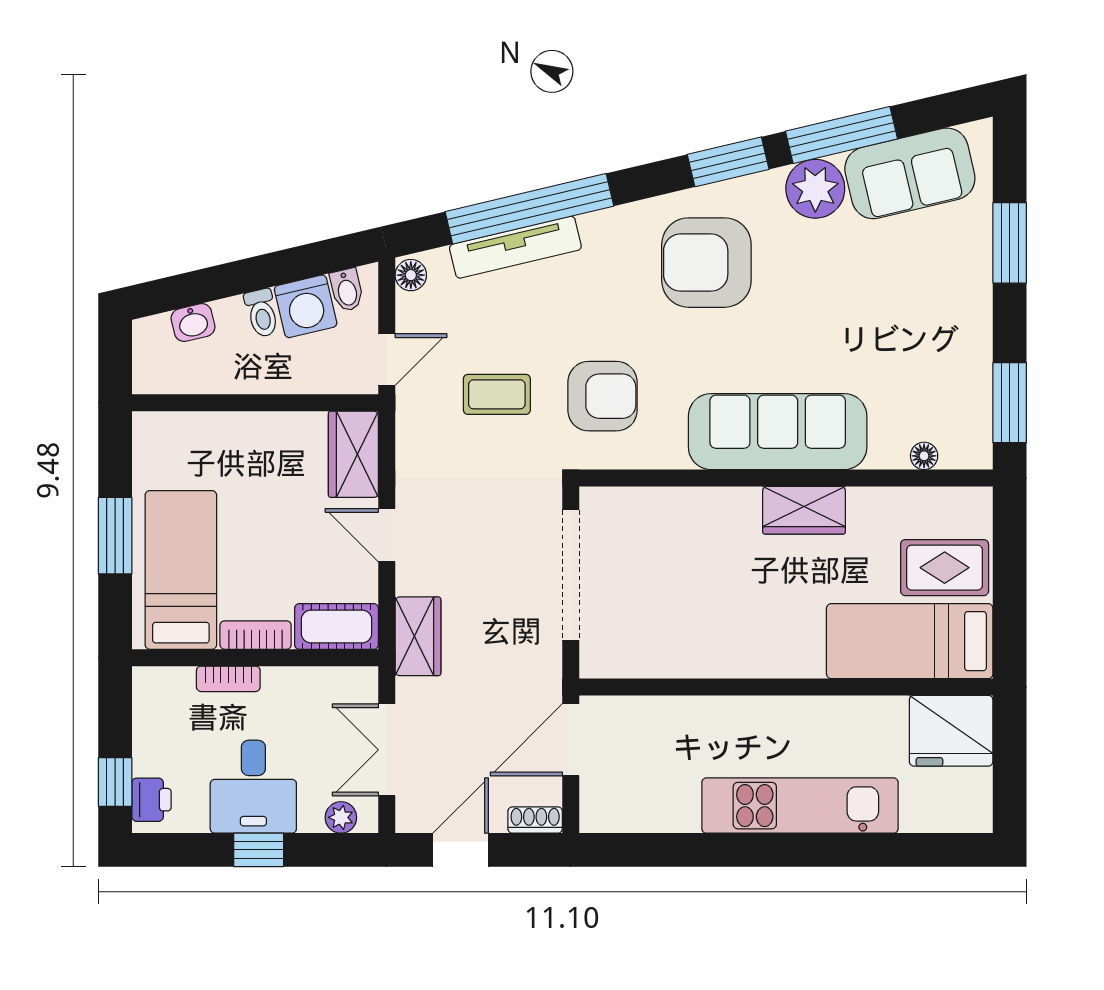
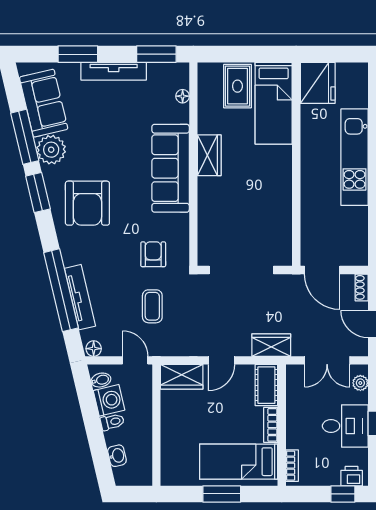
tv unit: (975, 316) -> (114, 71), added
armchair: (603, 396) -> (153, 254), width x0.72, depth x0.72
bookcase: (228, 679) -> (292, 466), moved

